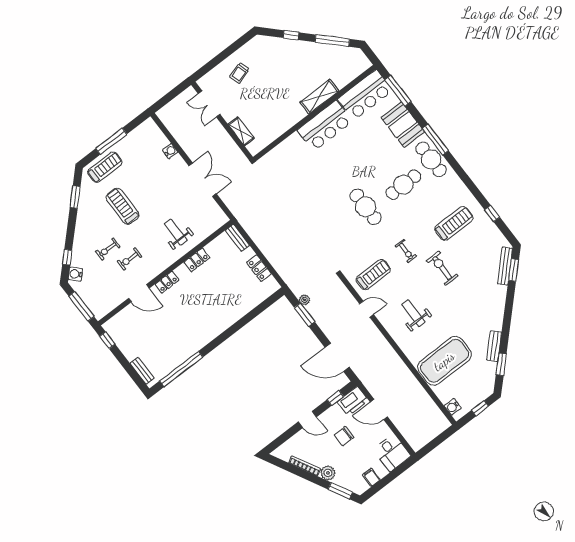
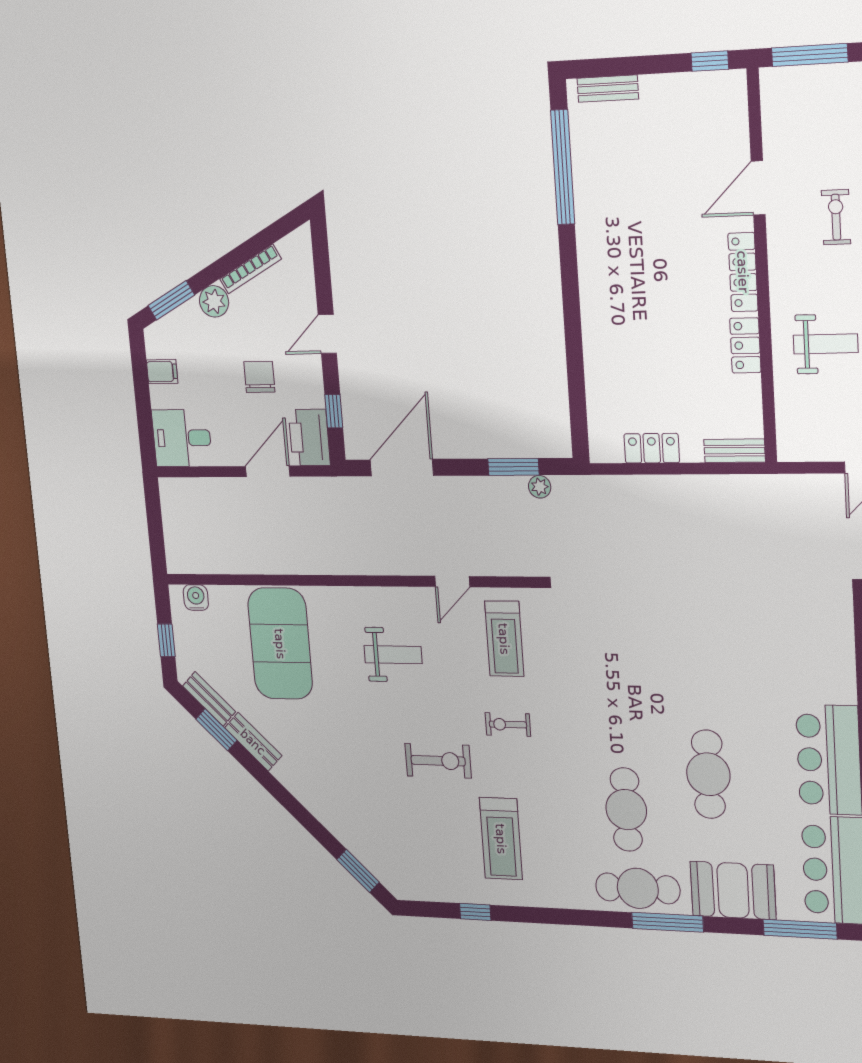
cafe table: (366, 207) -> (708, 774), moved, turned 90
bench: (505, 266) -> (209, 699), moved, width x0.73
locker: (167, 282) -> (743, 272), width x1.53

